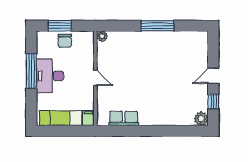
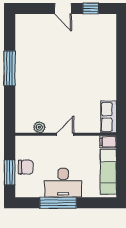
plant: (102, 36) -> (39, 127), moved
row of seats: (124, 118) -> (109, 117), moved
plant: (201, 119) -> (109, 21), removed

